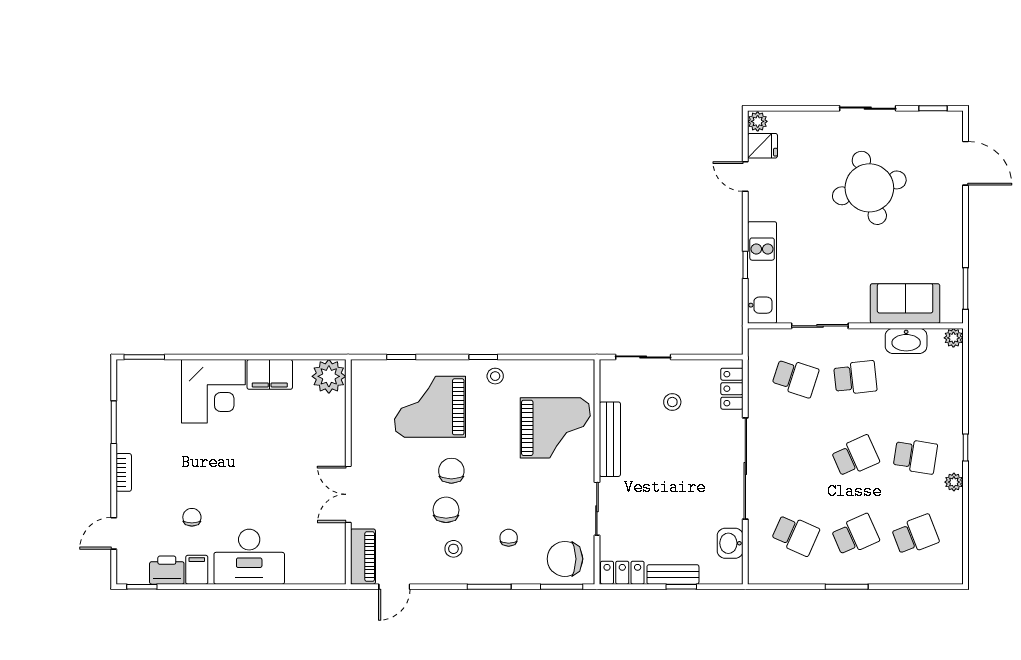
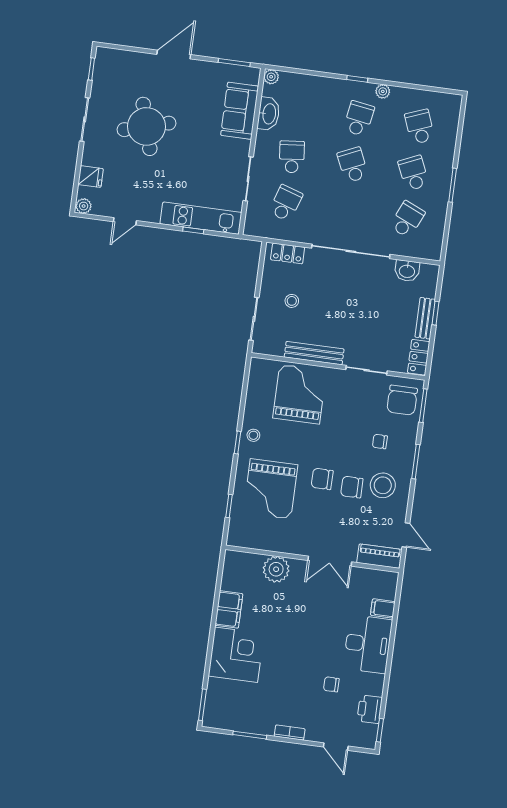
fridge: (762, 146) -> (91, 177), moved, turned 90
door: (965, 163) -> (174, 54), moved
plant: (329, 376) -> (276, 569), moved
stool: (453, 549) -> (383, 485), width x1.89, depth x1.89
filing cabinet: (197, 570) -> (383, 608), moved

